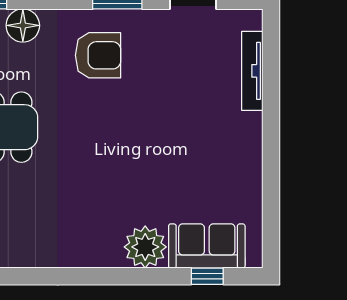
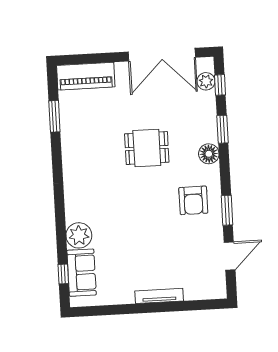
tv unit: (252, 71) -> (159, 296), moved

